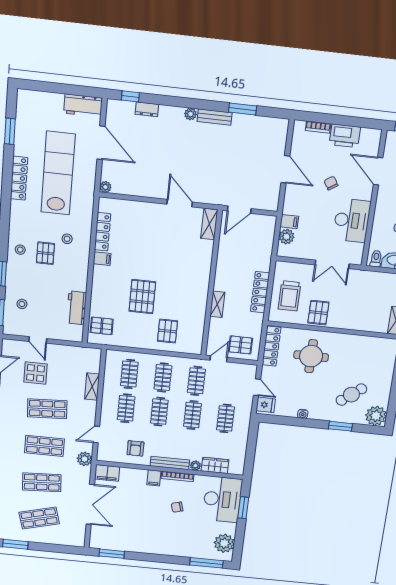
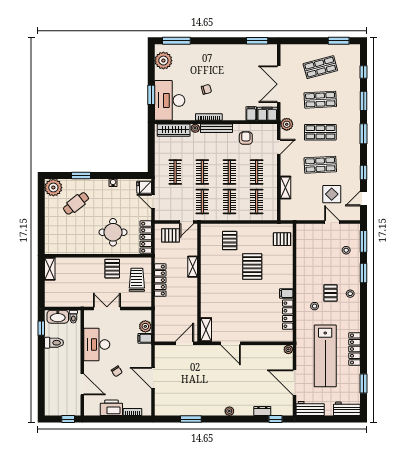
bench: (215, 117) -> (211, 411), removed
workbench: (77, 308) -> (347, 409), moved, turned -90
wardrobe: (215, 465) -> (174, 130), width x1.50
filing cabinet: (154, 478) -> (251, 114), moved

